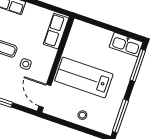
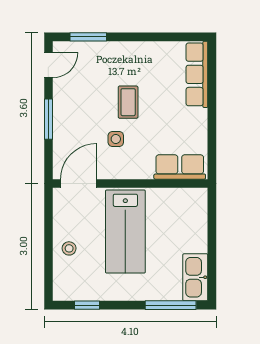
lab bench: (84, 77) -> (125, 232), turned 180
window: (120, 116) -> (87, 305), width x0.46

